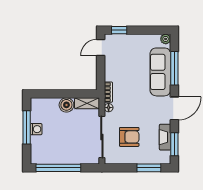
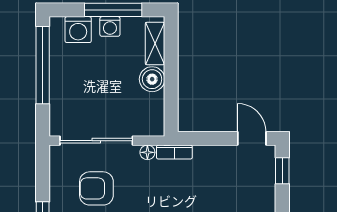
shelving: (87, 103) -> (155, 43), moved
armchair: (129, 137) -> (96, 188), turned 90
washing machine: (38, 147) -> (78, 30), added

